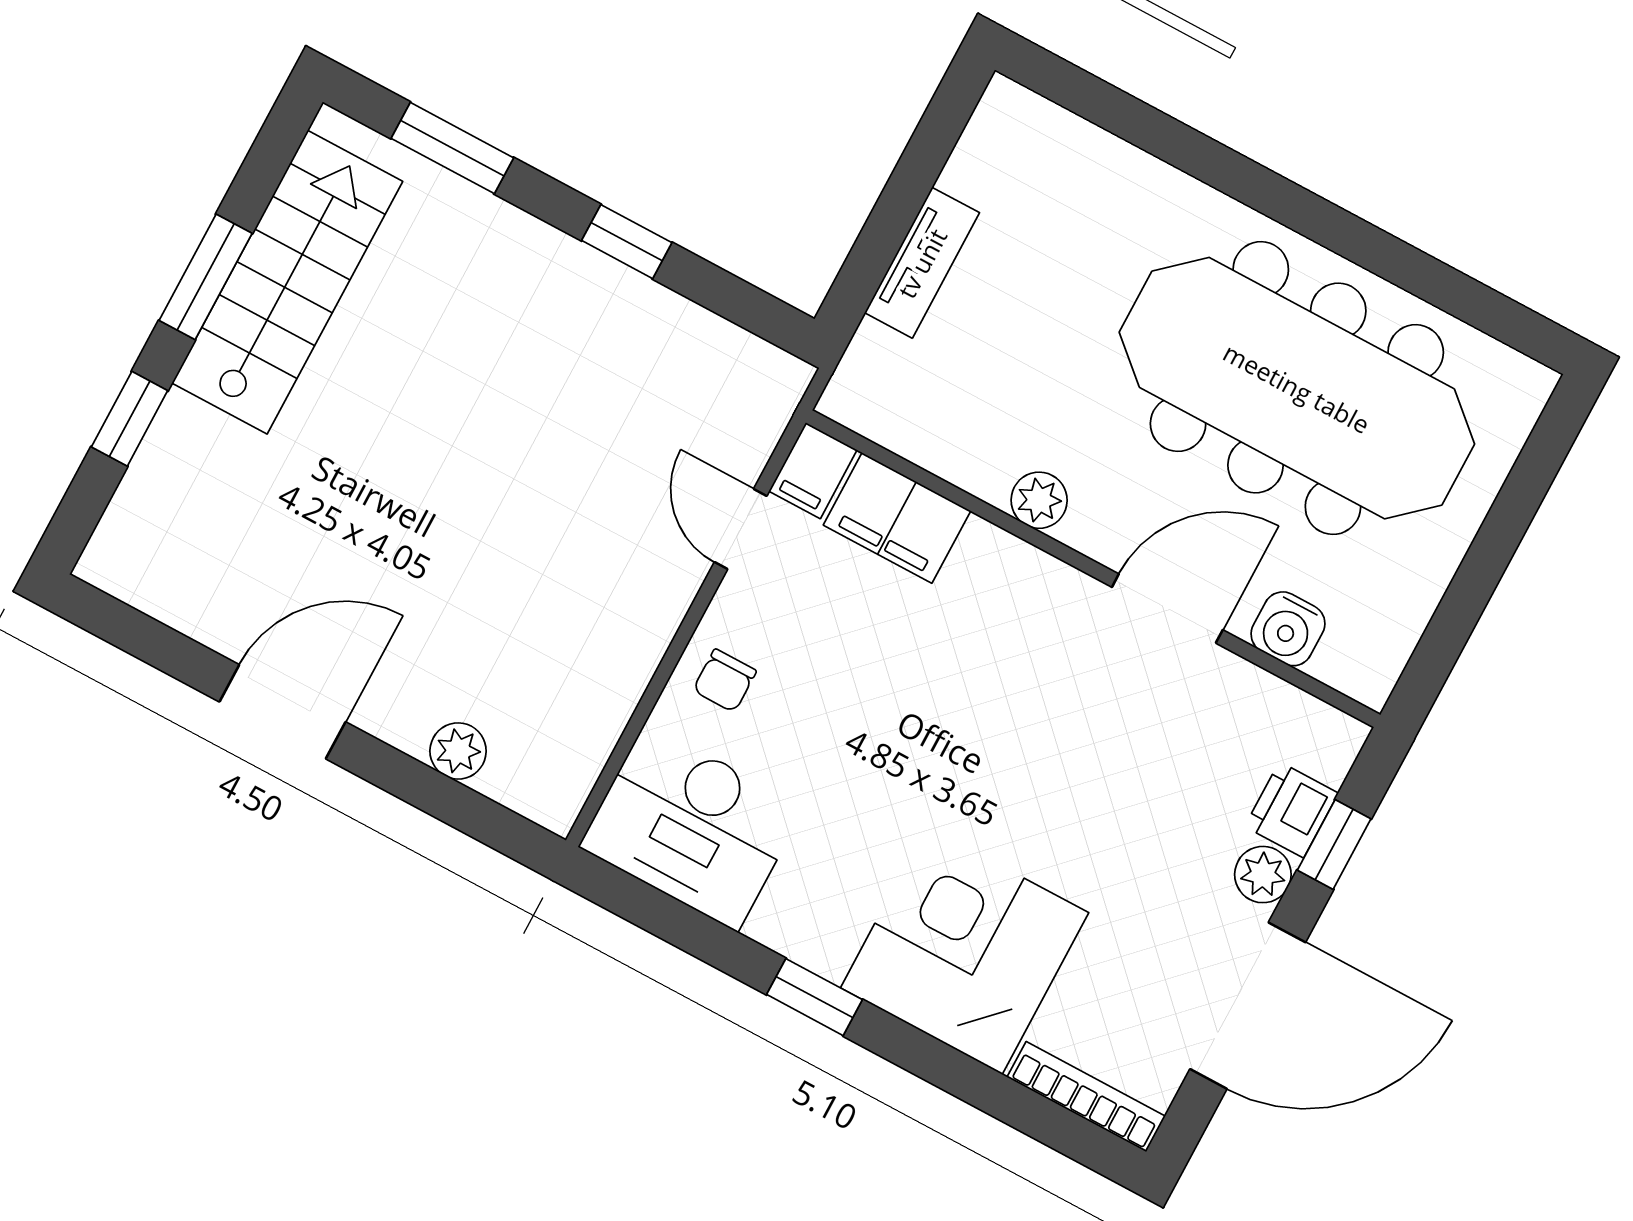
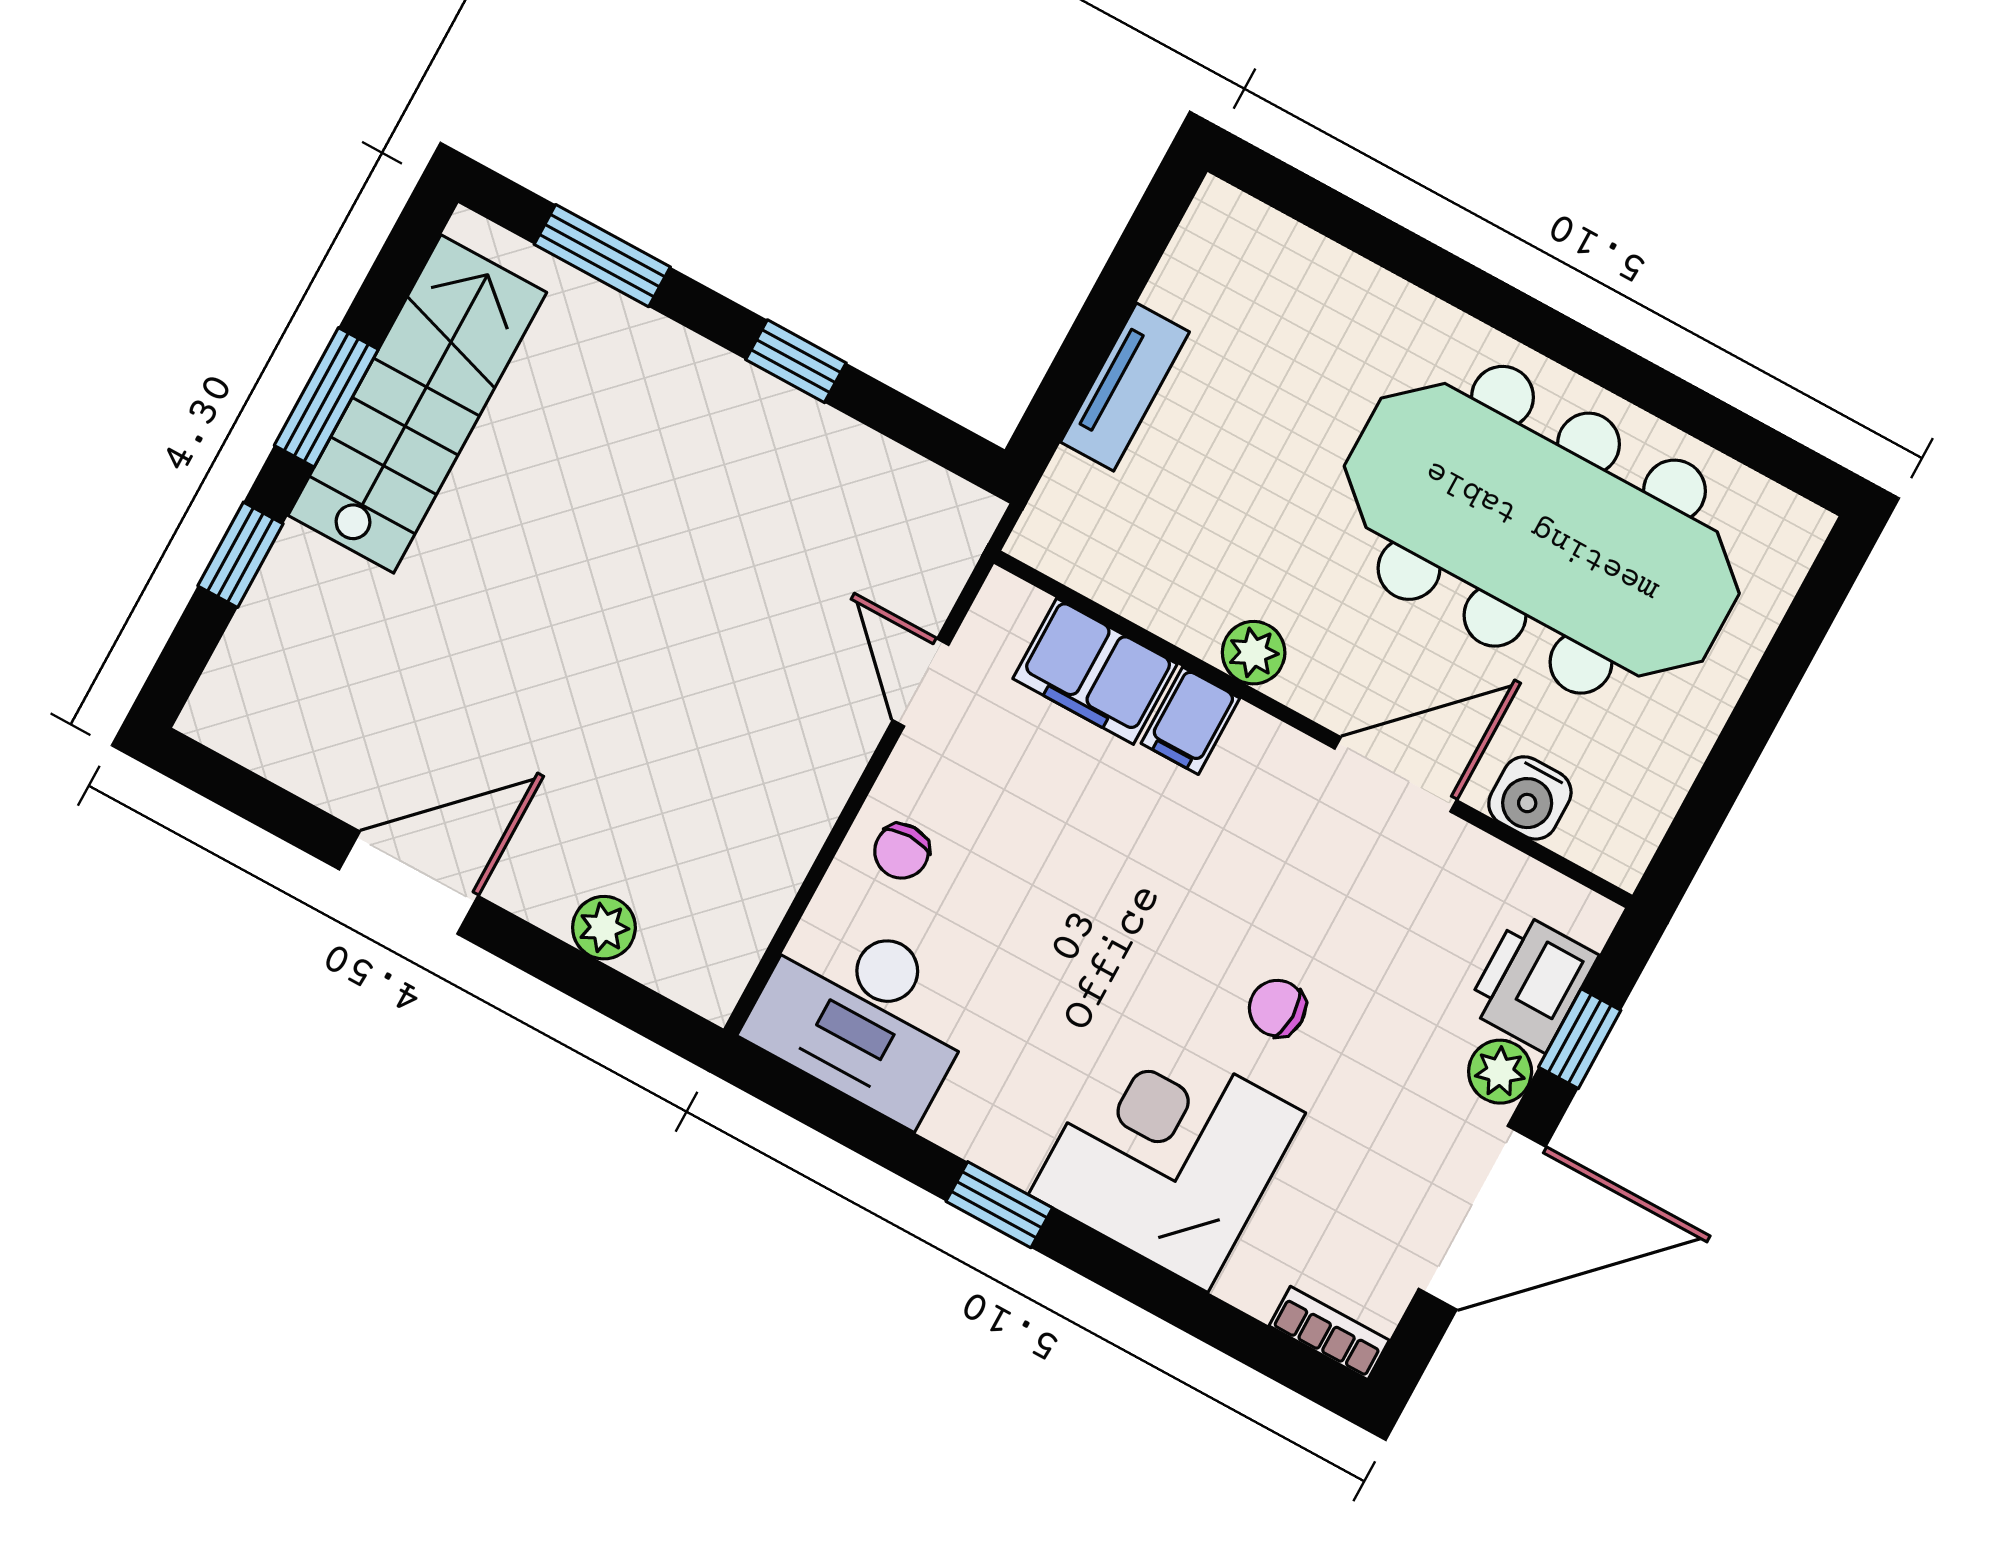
filing cabinet: (813, 471) -> (1190, 721), moved
printer: (1292, 810) -> (1532, 982), width x1.36, depth x1.24
chair: (1063, 819) -> (1277, 1008), added
bookcase: (1086, 1097) -> (1329, 1333), width x0.64

